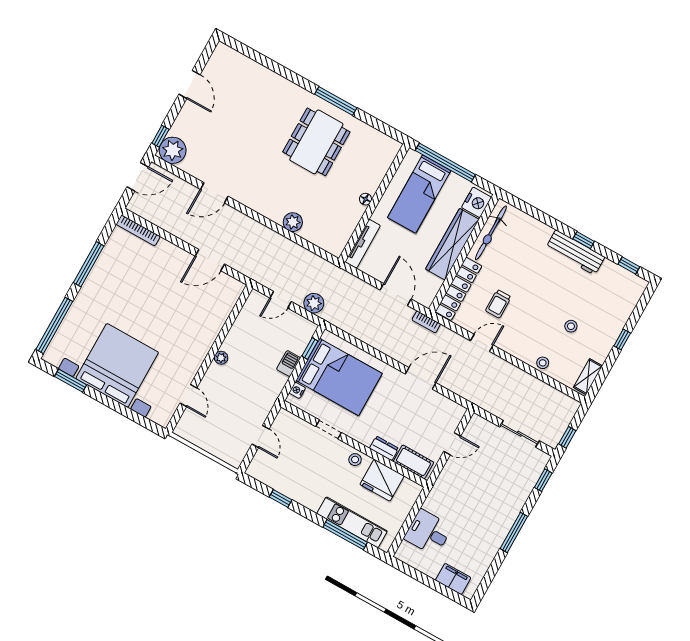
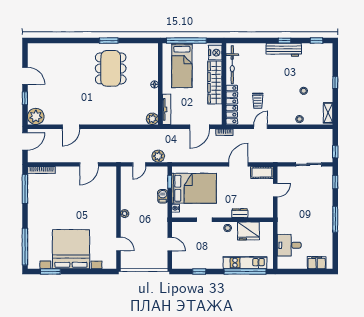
window: (336, 101) -> (109, 41), width x0.69
window: (160, 136) -> (25, 98), moved
plant: (293, 222) -> (152, 119), moved
window: (89, 264) -> (25, 189), moved
door: (396, 295) -> (200, 127), swing flipped
cot: (413, 462) -> (262, 173), moved
window: (345, 535) -> (245, 271), width x1.46

